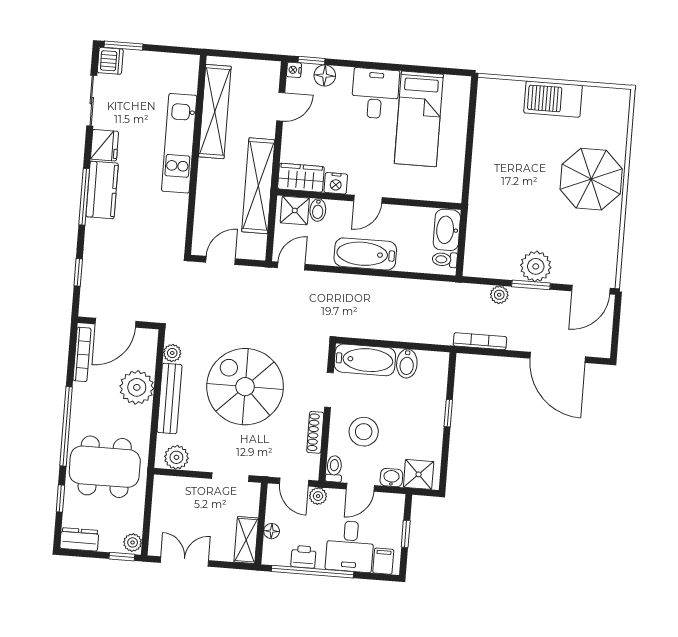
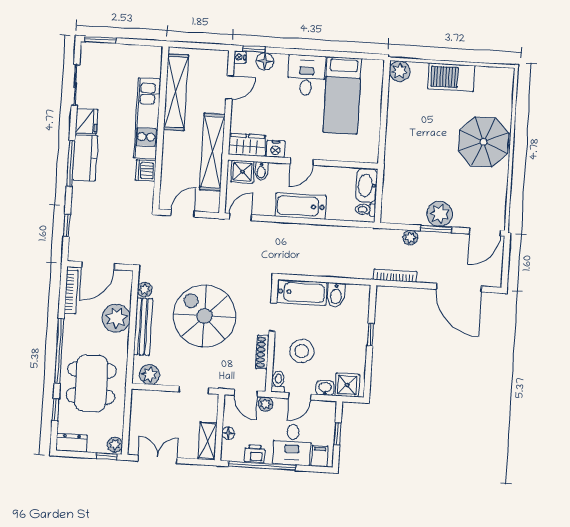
dishwasher: (110, 61) -> (146, 171), moved, turned 180
plant: (490, 91) -> (400, 71), added
dining table: (105, 467) -> (91, 383), turned 90

